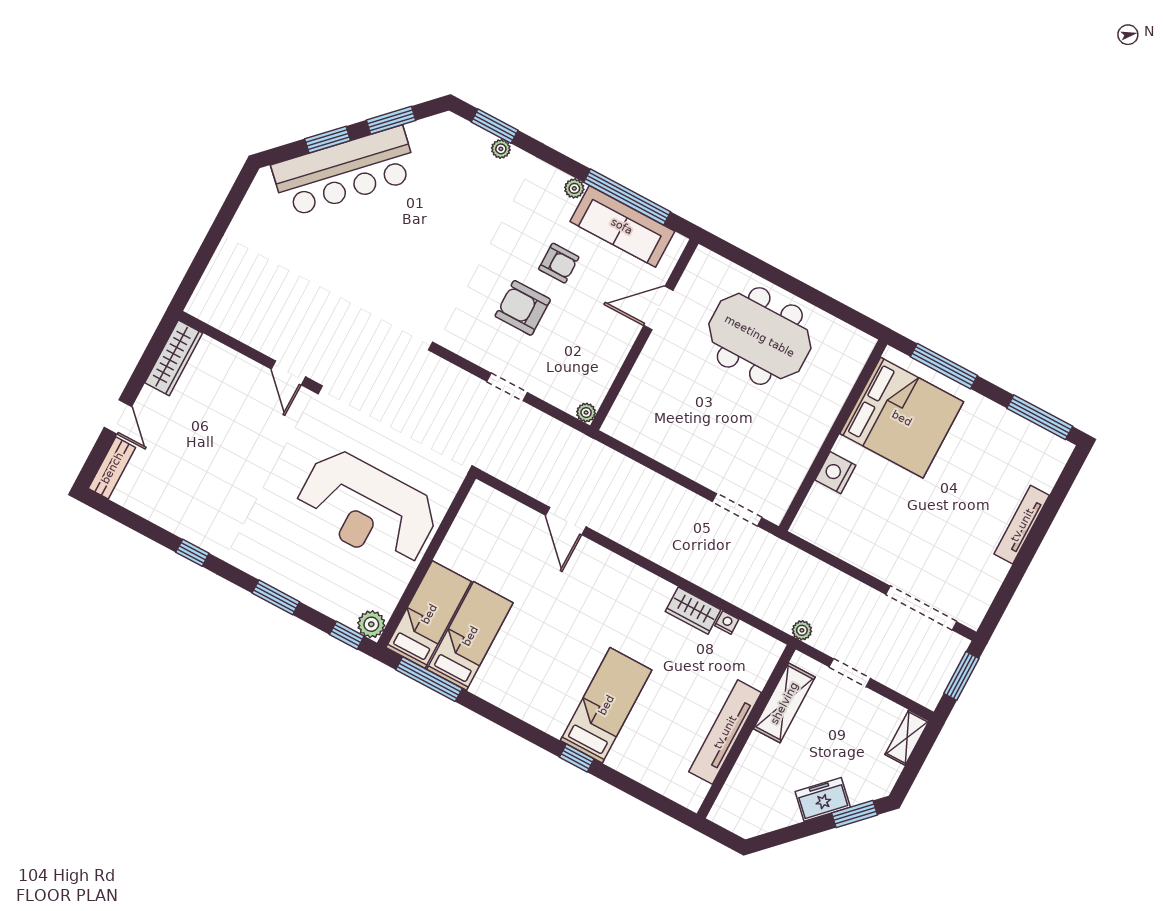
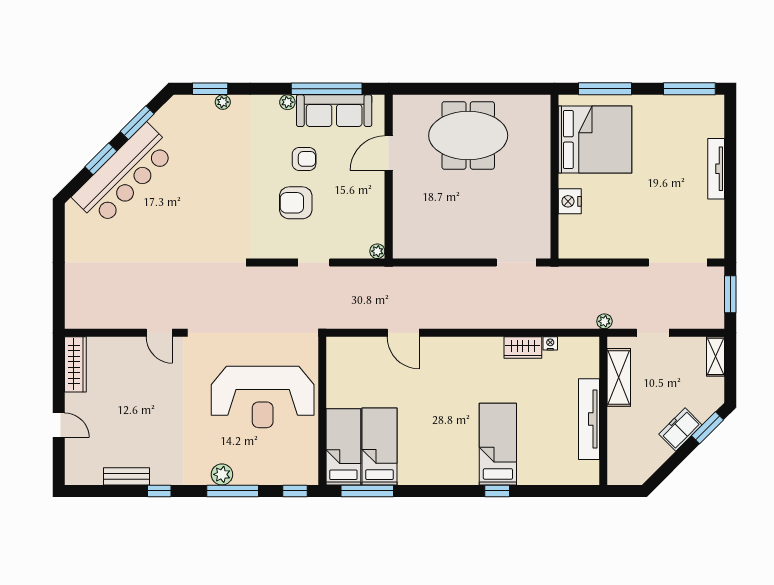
bench: (112, 468) -> (126, 476), moved, turned 90
window: (276, 597) -> (233, 491), width x1.44
plant: (371, 624) -> (222, 474), moved

